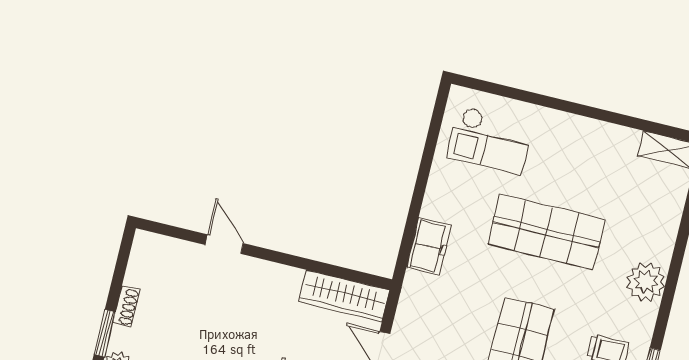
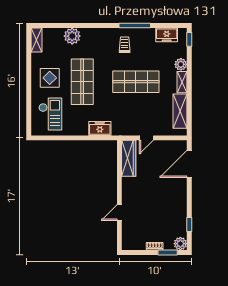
display table: (574, 159) -> (50, 78), added
plant: (646, 282) -> (72, 36), moved

